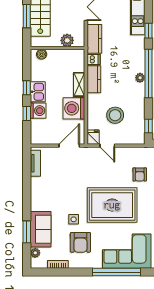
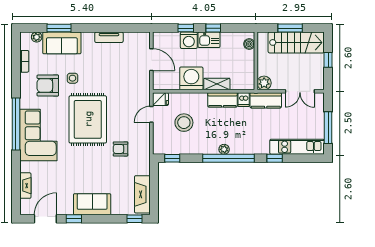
plant: (67, 40) -> (264, 83), moved
door: (69, 146) -> (151, 60), moved
tv unit: (35, 163) -> (109, 37), moved

